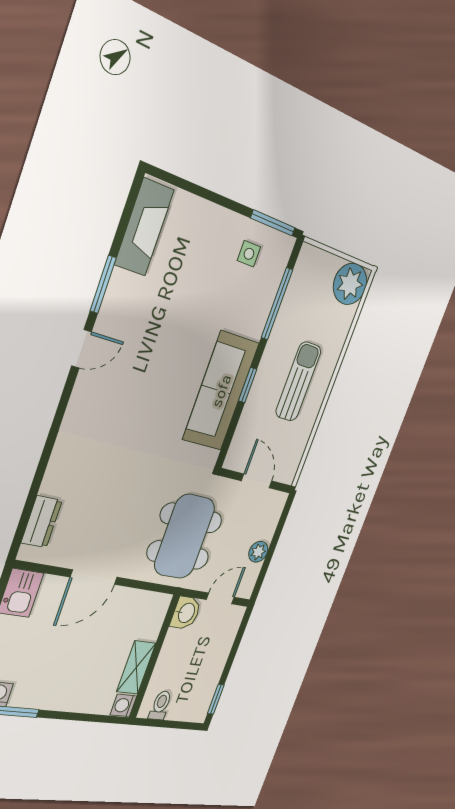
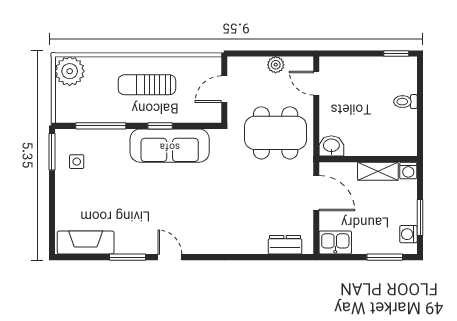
washbasin: (186, 613) -> (331, 146), moved
wall: (154, 657) -> (368, 159), moved
shelving: (136, 667) -> (378, 171), moved
washing machine: (123, 705) -> (408, 171), moved

